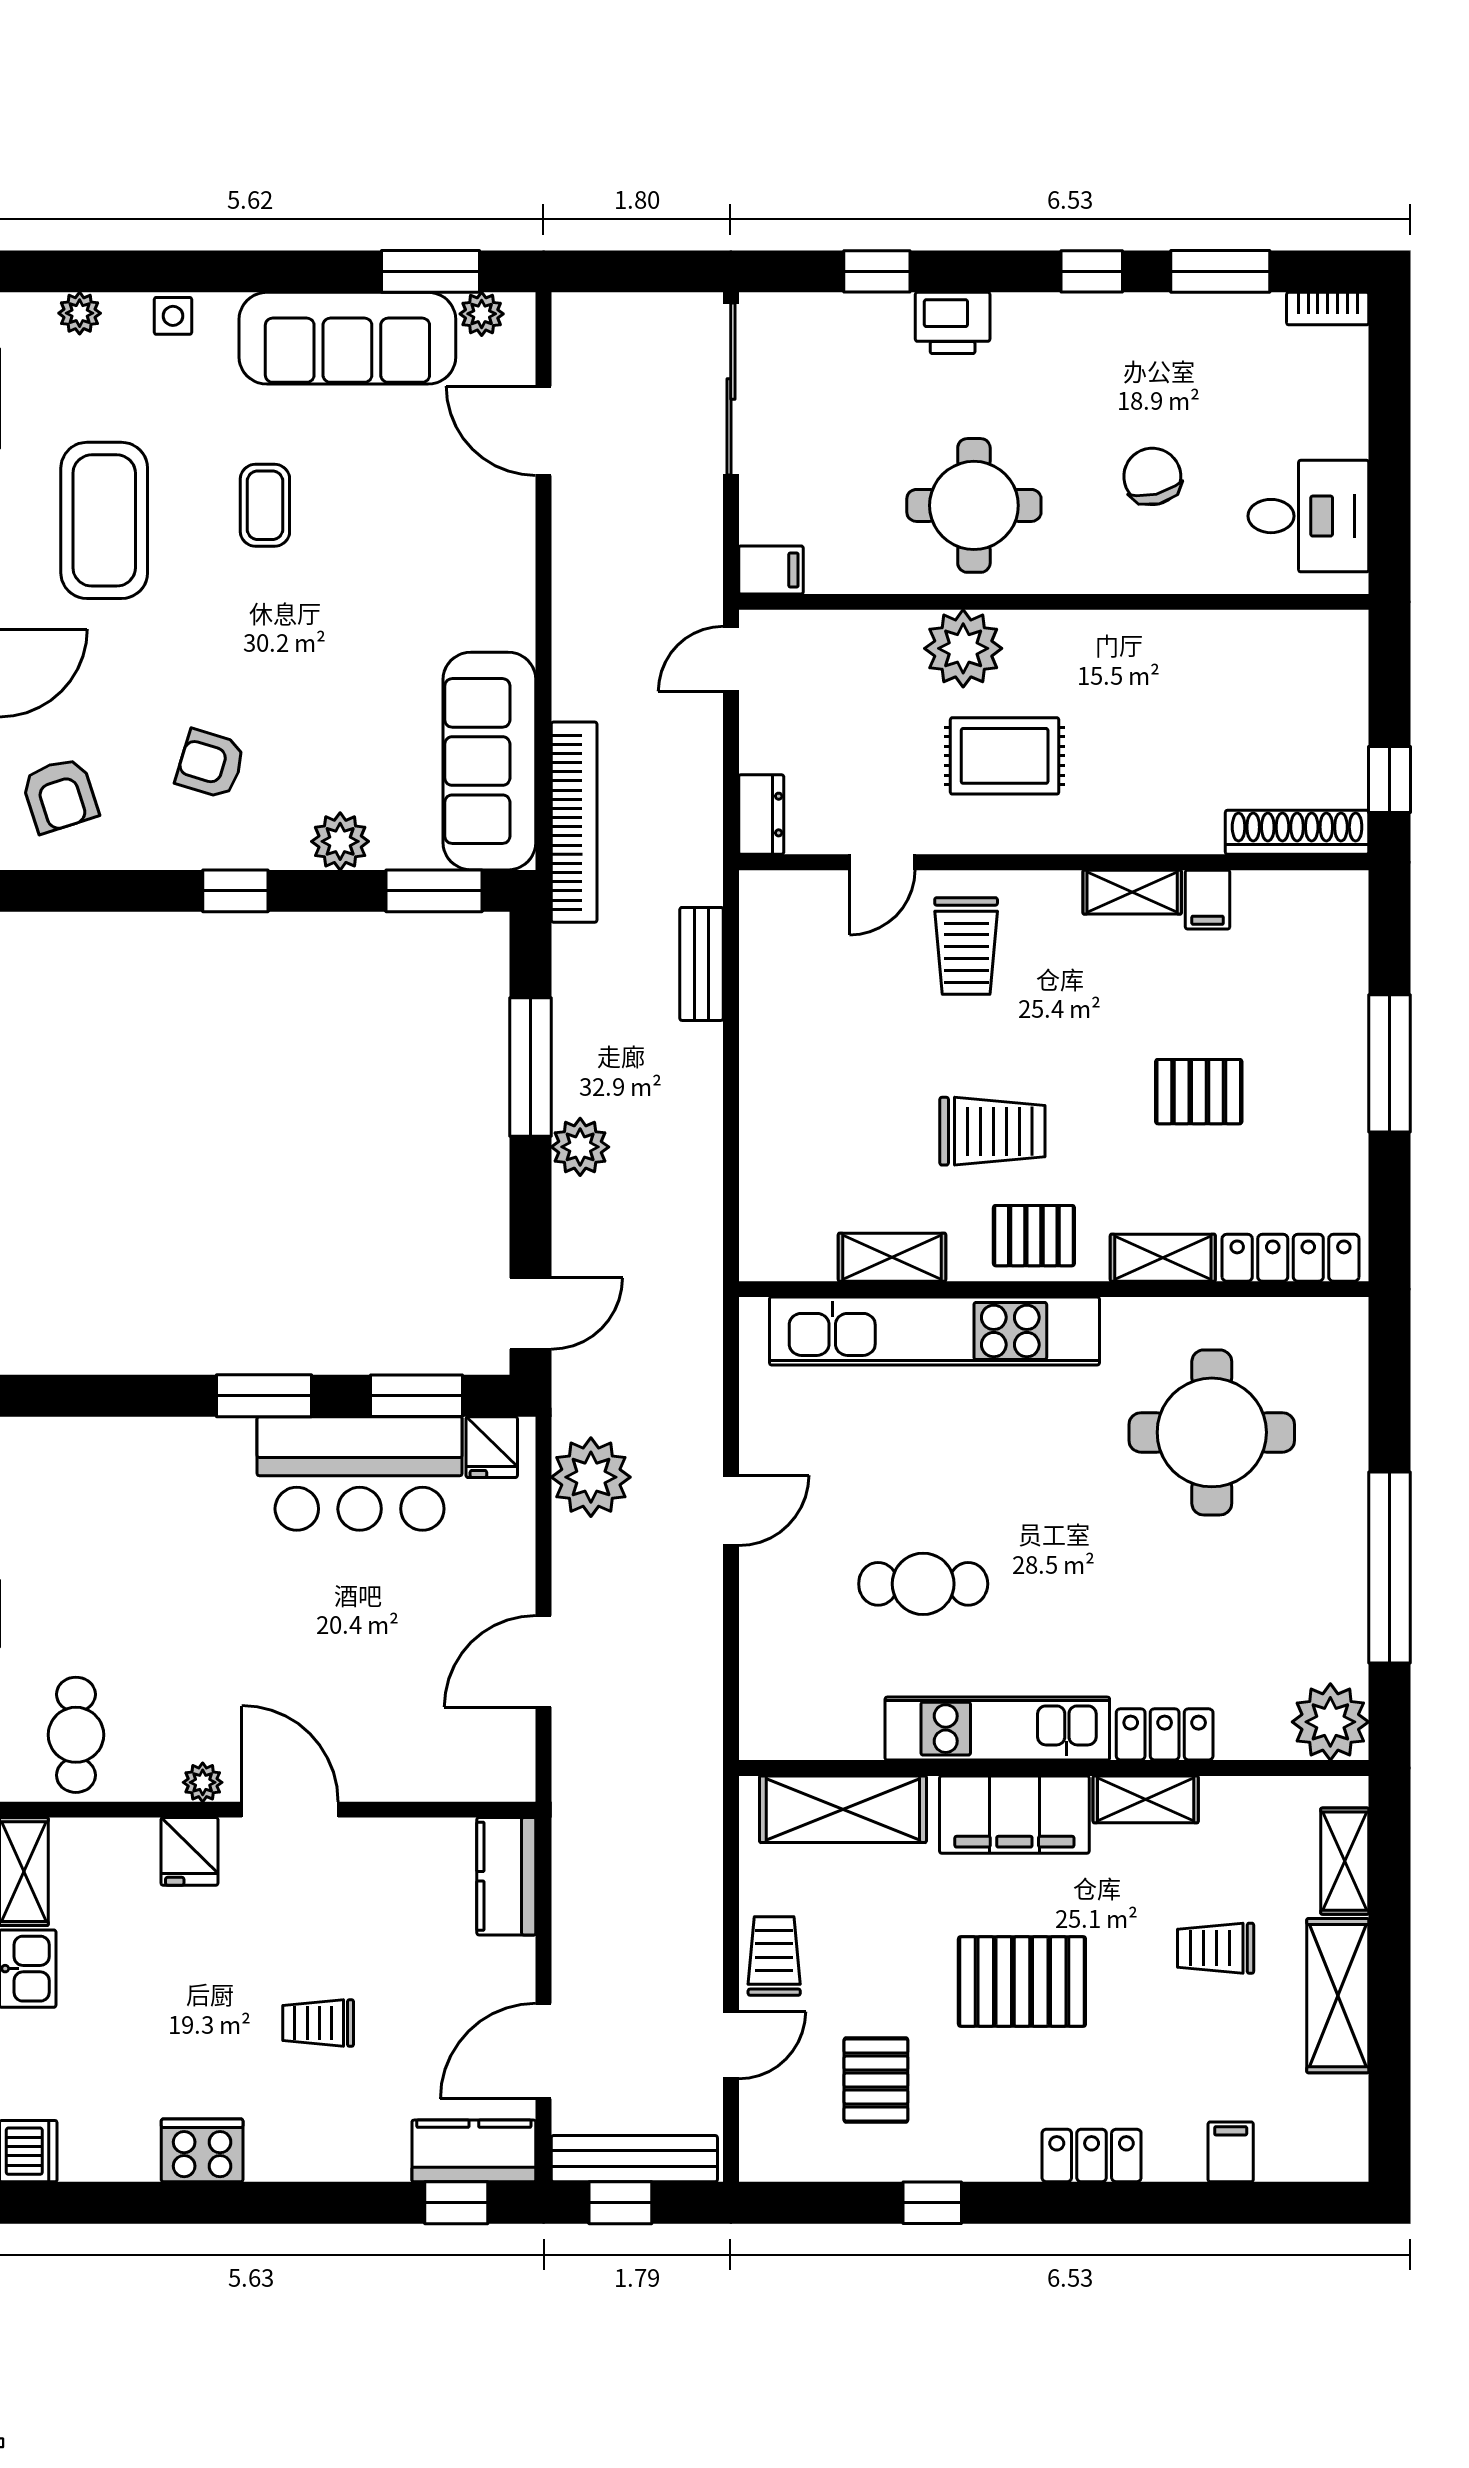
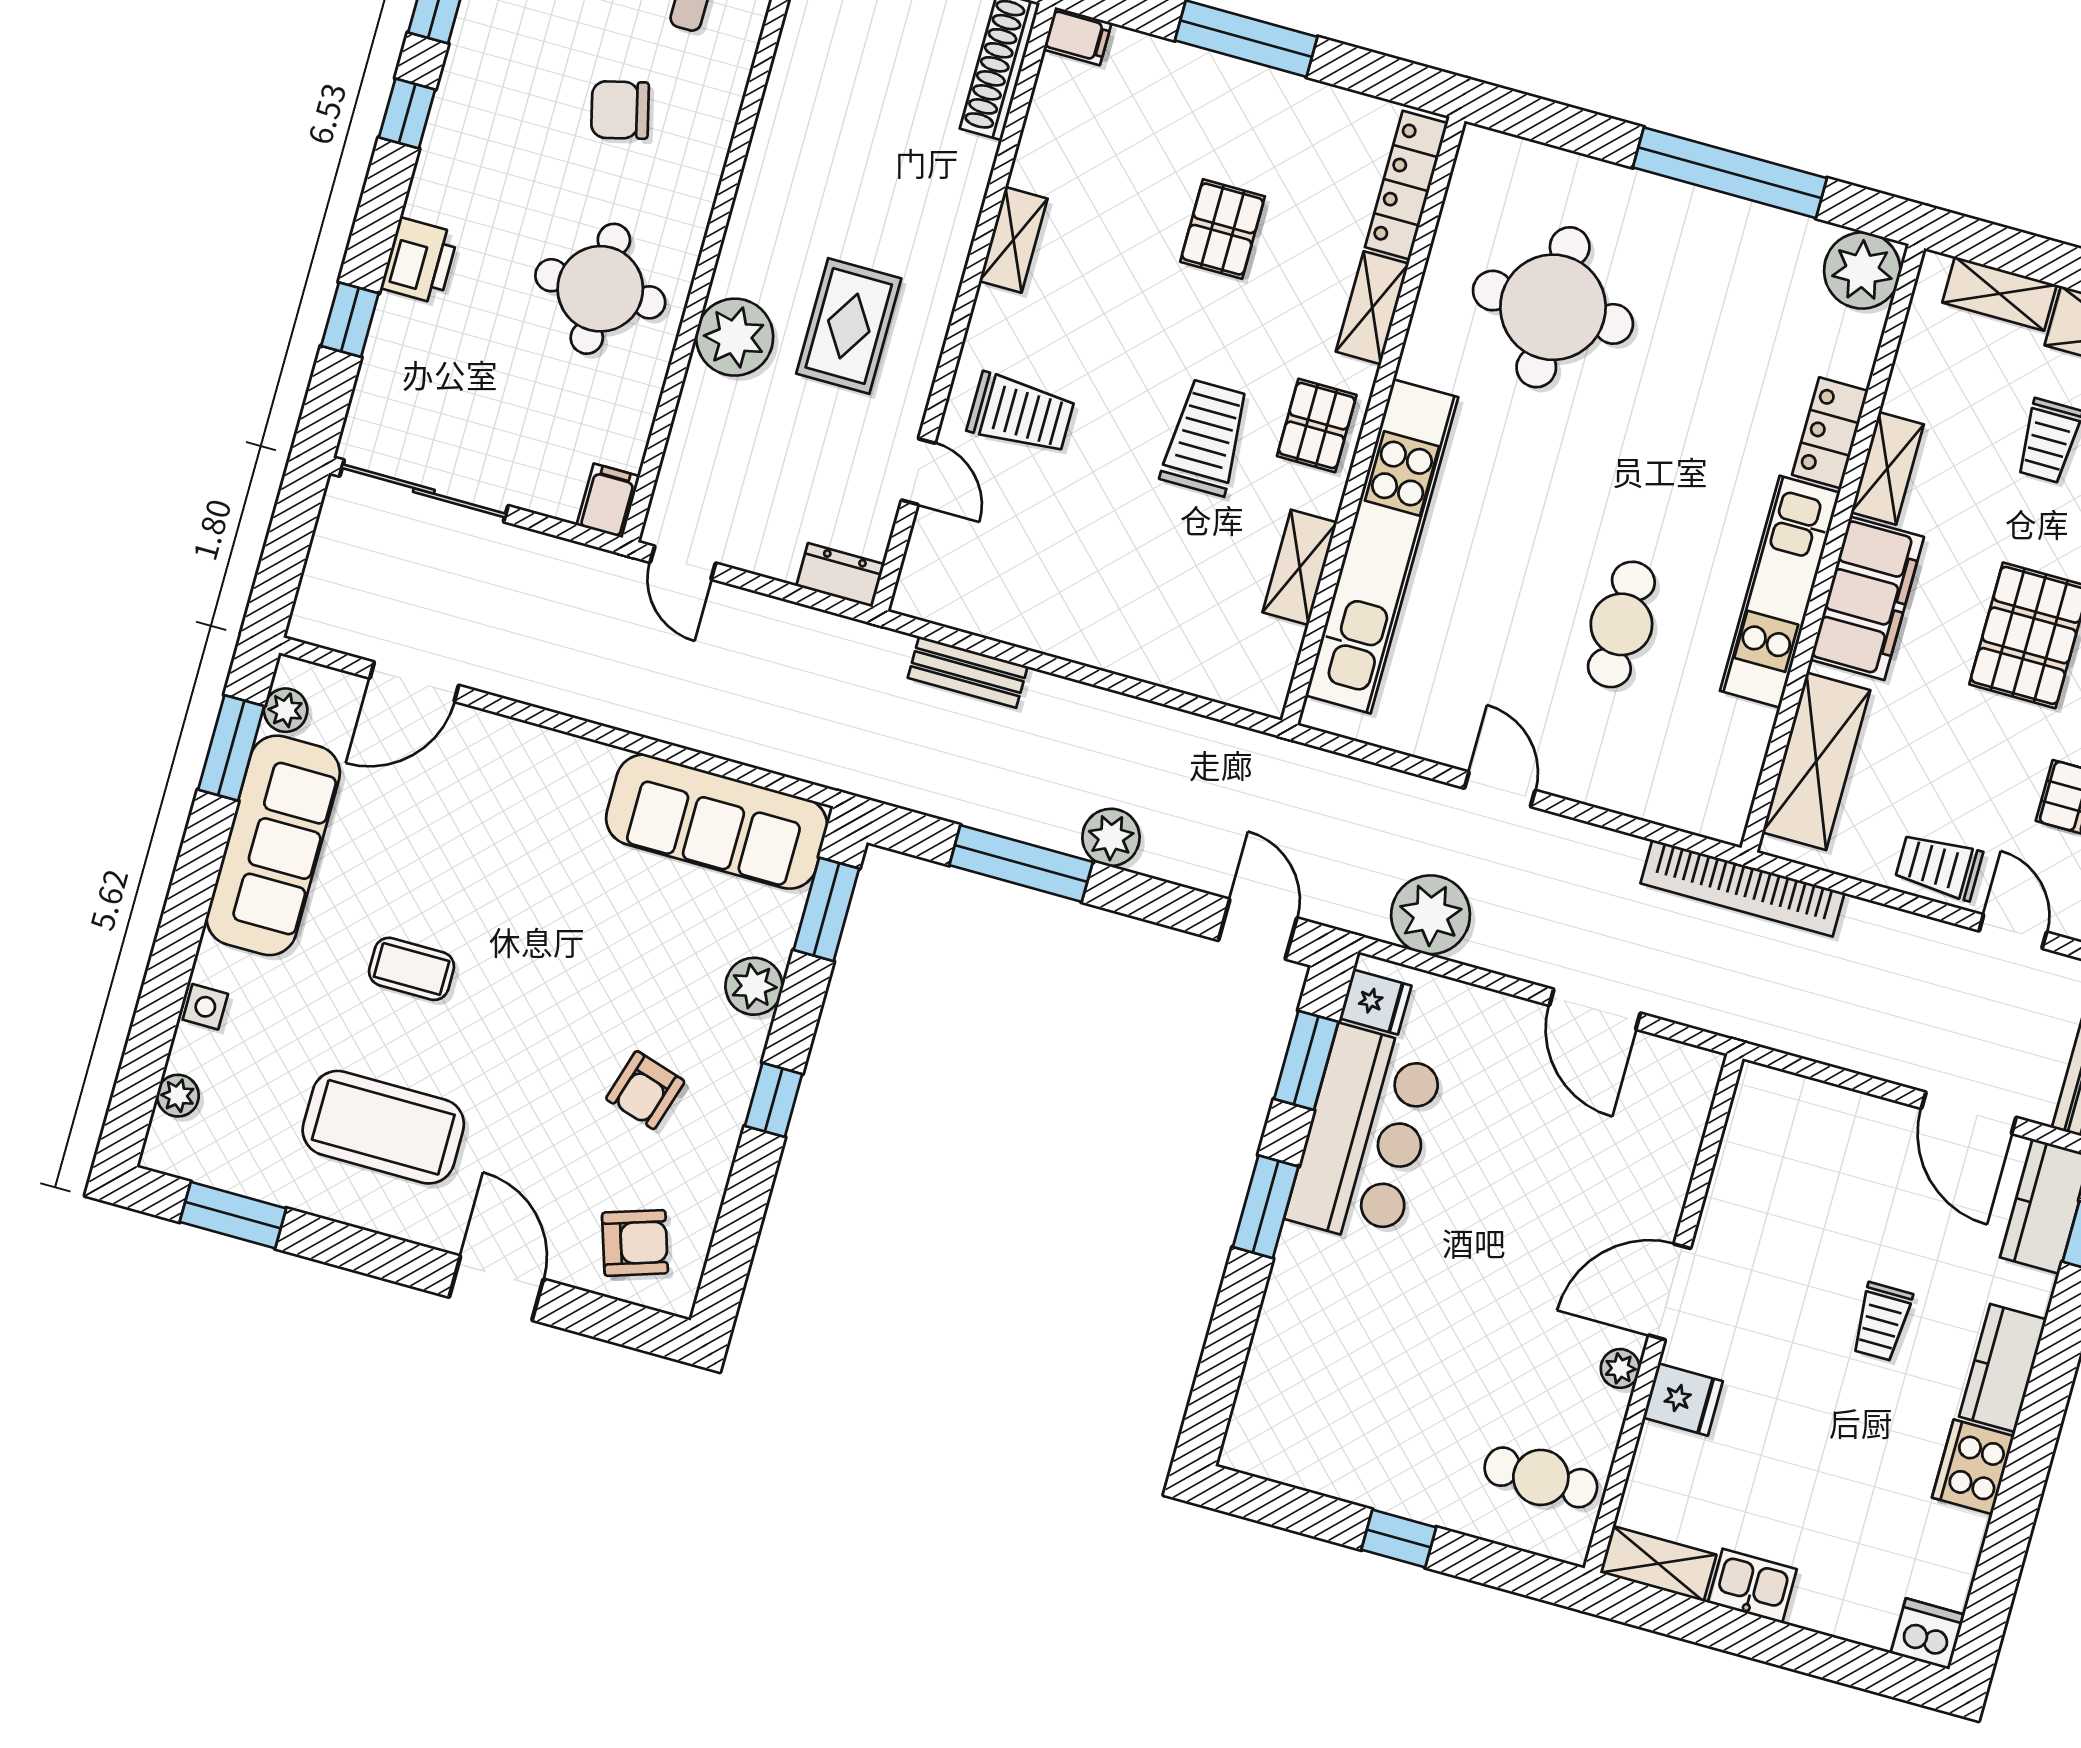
bookcase: (574, 822) -> (1743, 888), moved, turned 180
filing cabinet: (1208, 900) -> (1078, 36), moved
kitchen counter: (506, 1876) -> (2003, 1368), moved, turned 90

